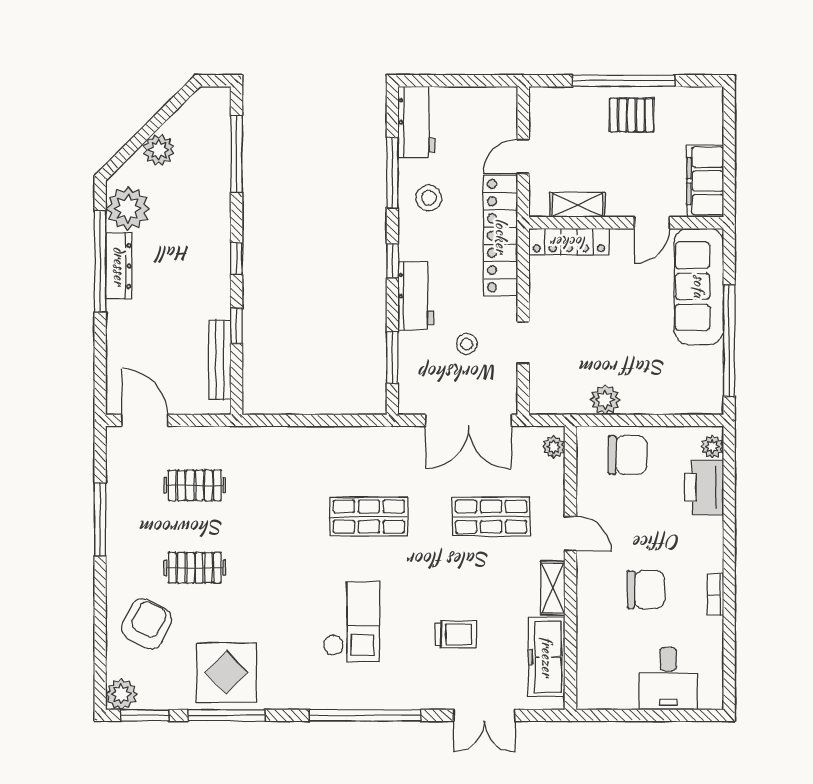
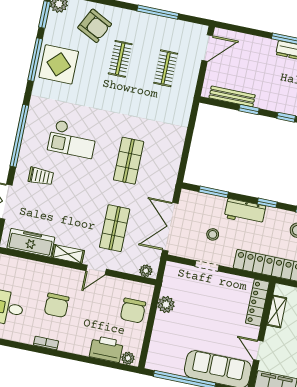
trolley: (456, 634) -> (41, 176), moved, turned -90

